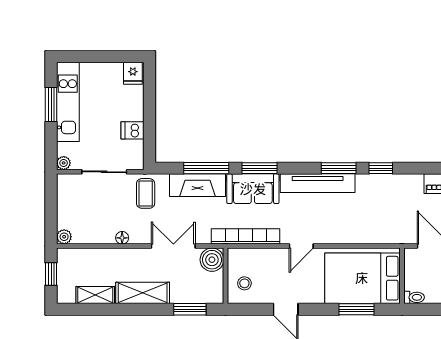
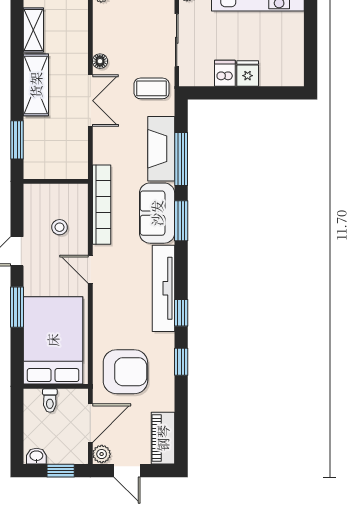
fridge: (133, 73) -> (248, 74), moved, turned 90
window: (339, 168) -> (181, 313), width x0.67
armchair: (389, 216) -> (125, 372), added
double door: (173, 246) -> (90, 101), moved
boiler: (212, 260) -> (75, 166), removed
stool: (244, 283) -> (60, 227), moved
toilet: (414, 297) -> (50, 400), moved
window: (357, 309) -> (17, 307), moved

